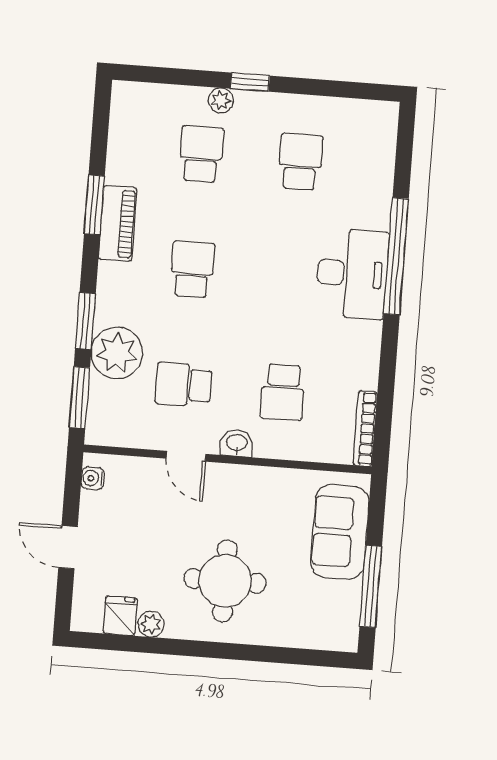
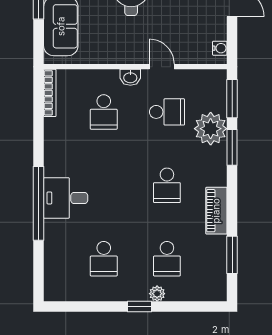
window: (94, 205) -> (232, 255), moved
desk: (352, 274) -> (66, 198), width x0.73
school desk: (283, 392) -> (104, 112), turned 180

